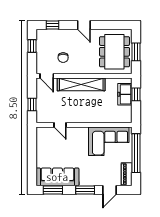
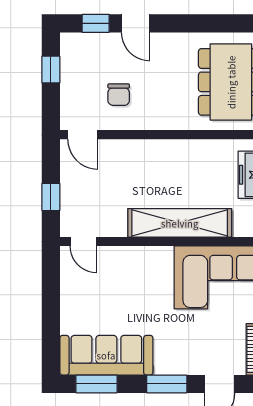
door: (84, 25) -> (136, 23), moved
shelving: (81, 84) -> (180, 223), moved
door: (60, 125) -> (83, 241), moved

